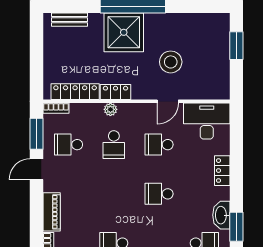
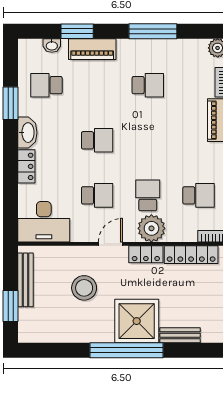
bench: (70, 20) -> (180, 335), moved
bench: (223, 69) -> (25, 280), added
door: (168, 101) -> (110, 244), moved
plant: (110, 109) -> (151, 228), width x1.88, depth x1.88
washbasin: (221, 215) -> (27, 133), moved

